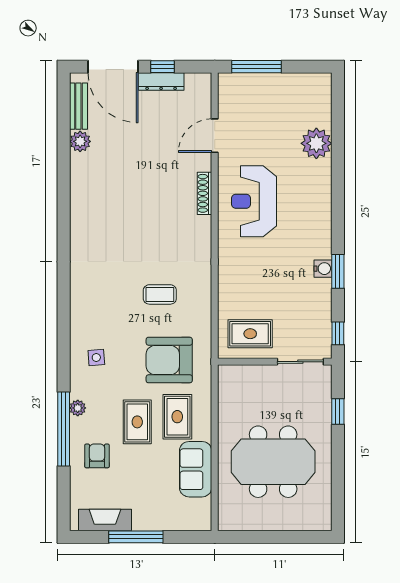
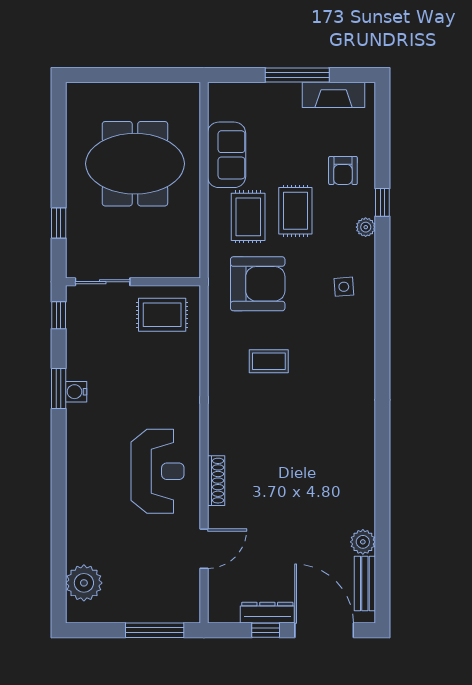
plant: (316, 143) -> (84, 583), moved
window: (64, 429) -> (382, 202), width x0.32

